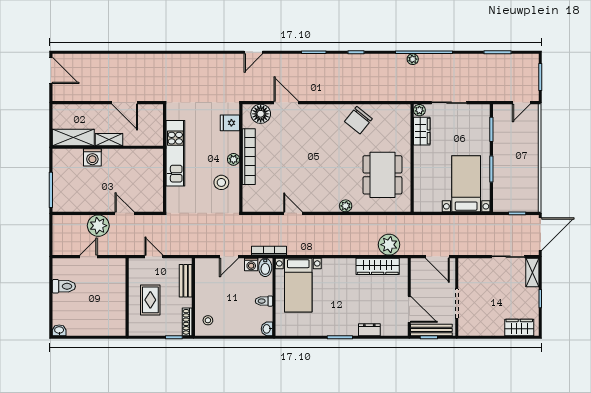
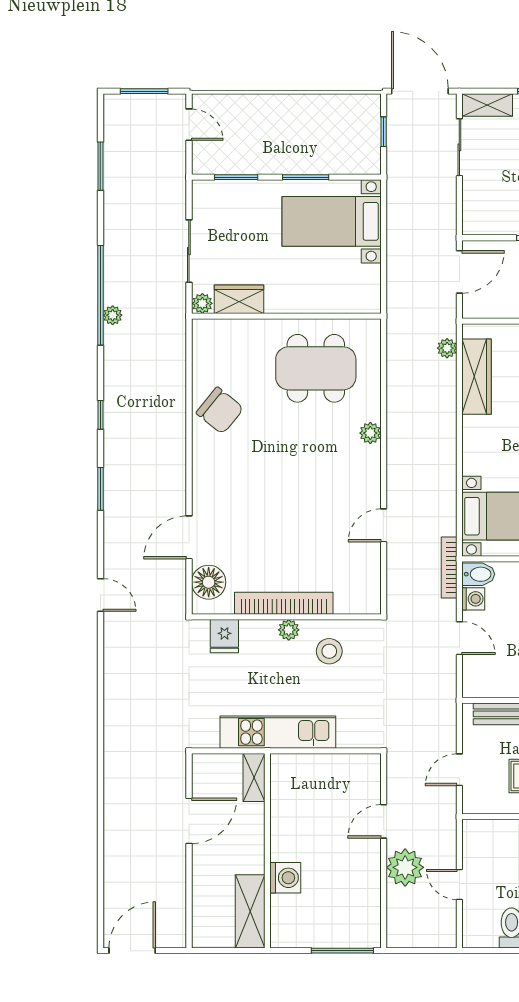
shelving: (109, 140) -> (254, 778), moved
plant: (389, 245) -> (447, 348), width x0.53, depth x0.53

